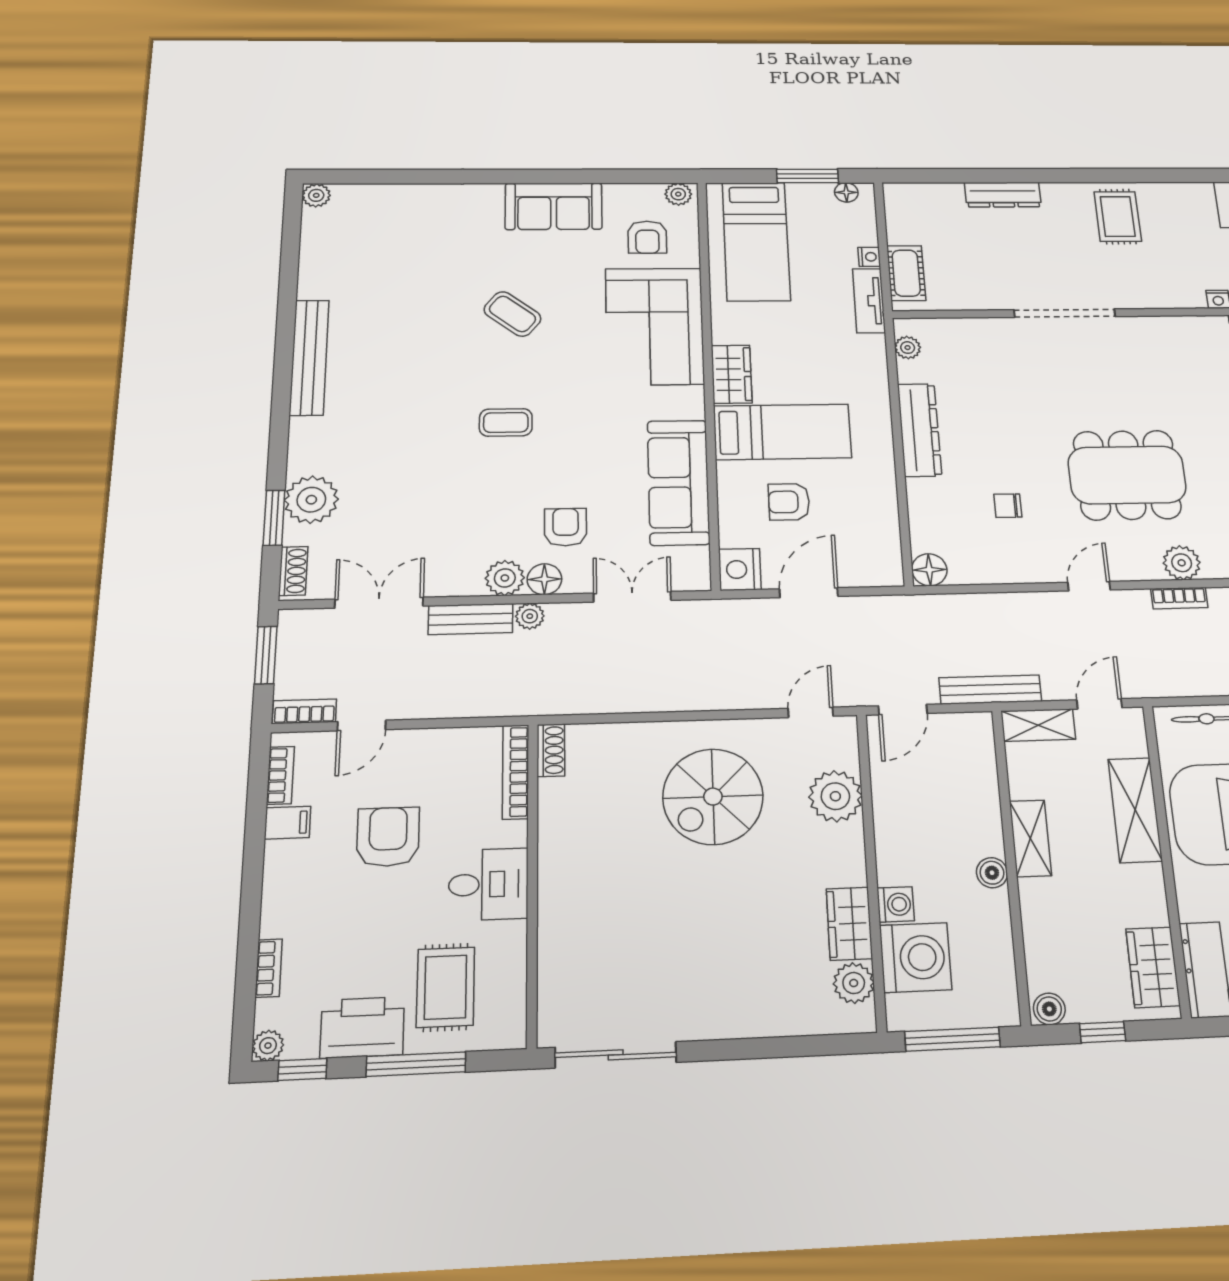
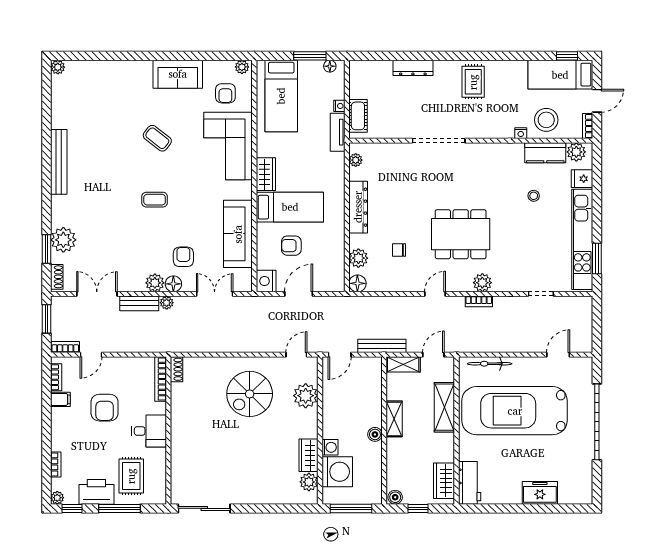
plant: (927, 522) -> (358, 258), added
armchair: (388, 837) -> (105, 408), turned 180

